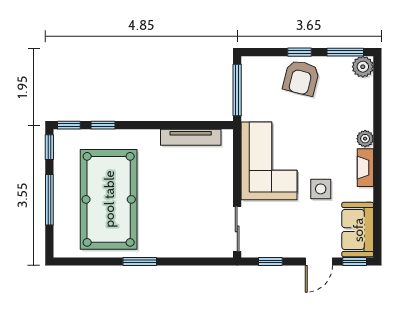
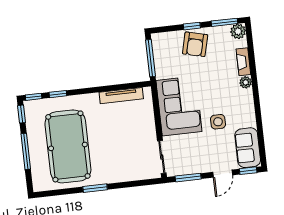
fireplace: (365, 168) -> (243, 62), moved
window: (270, 262) -> (188, 178), width x1.50

